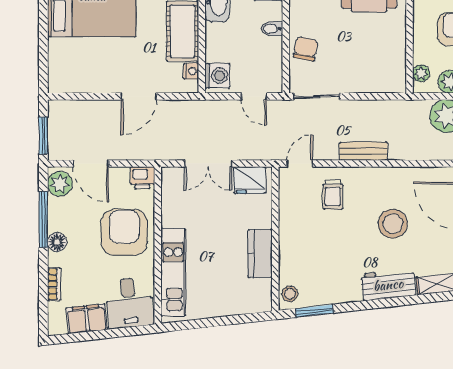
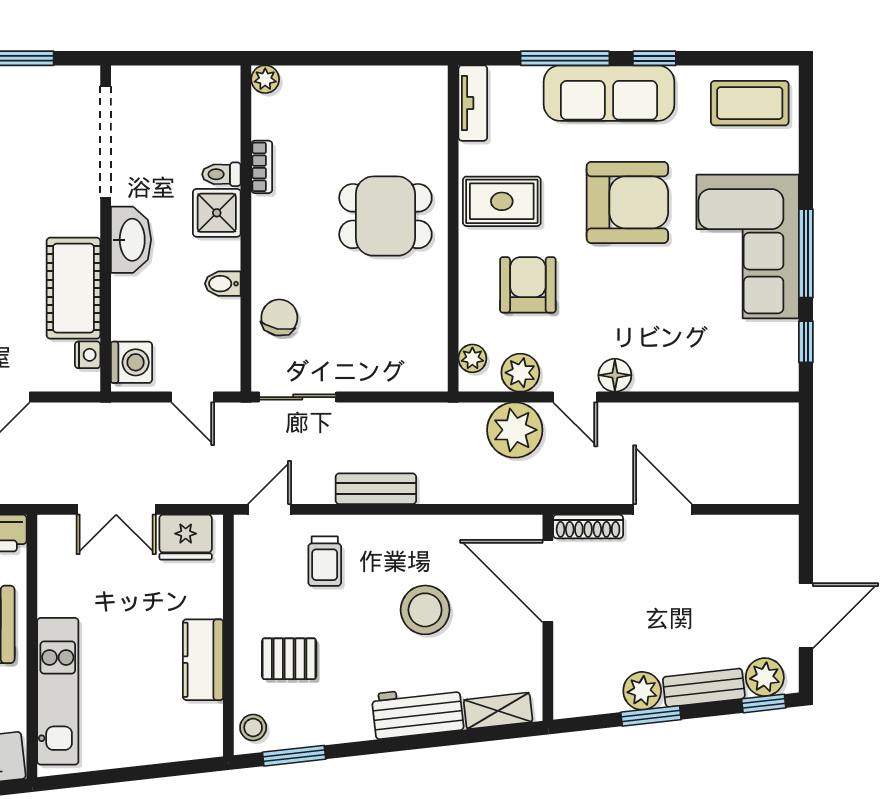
pallet: (311, 253) -> (289, 659), added

